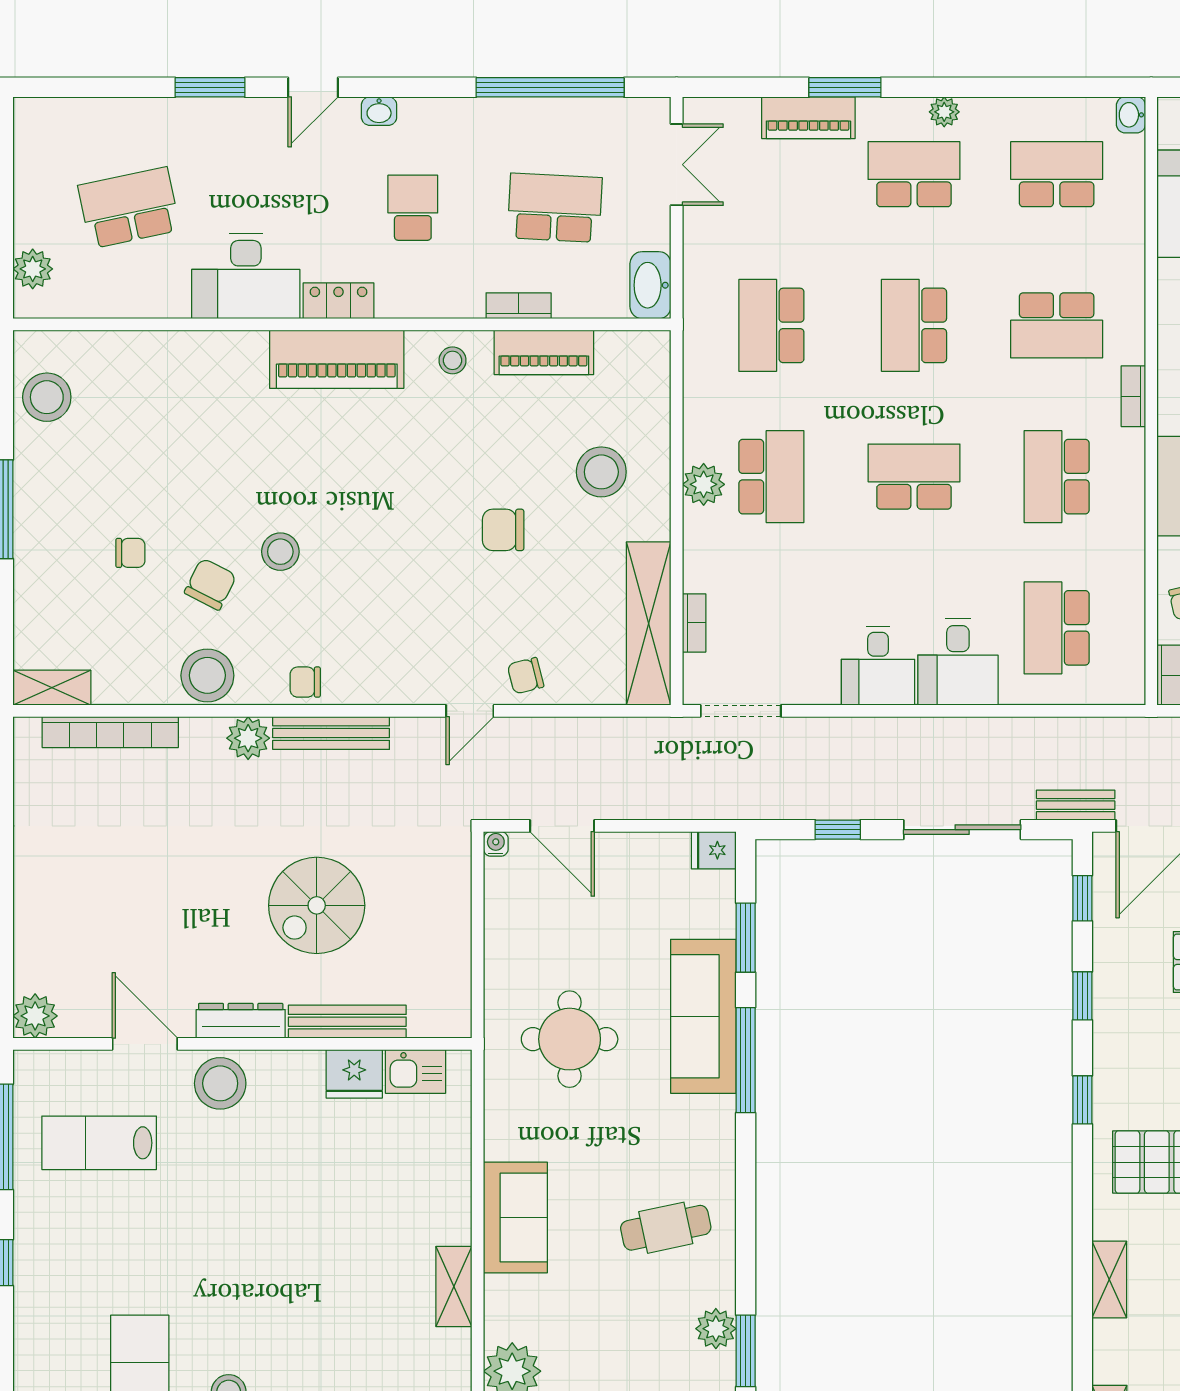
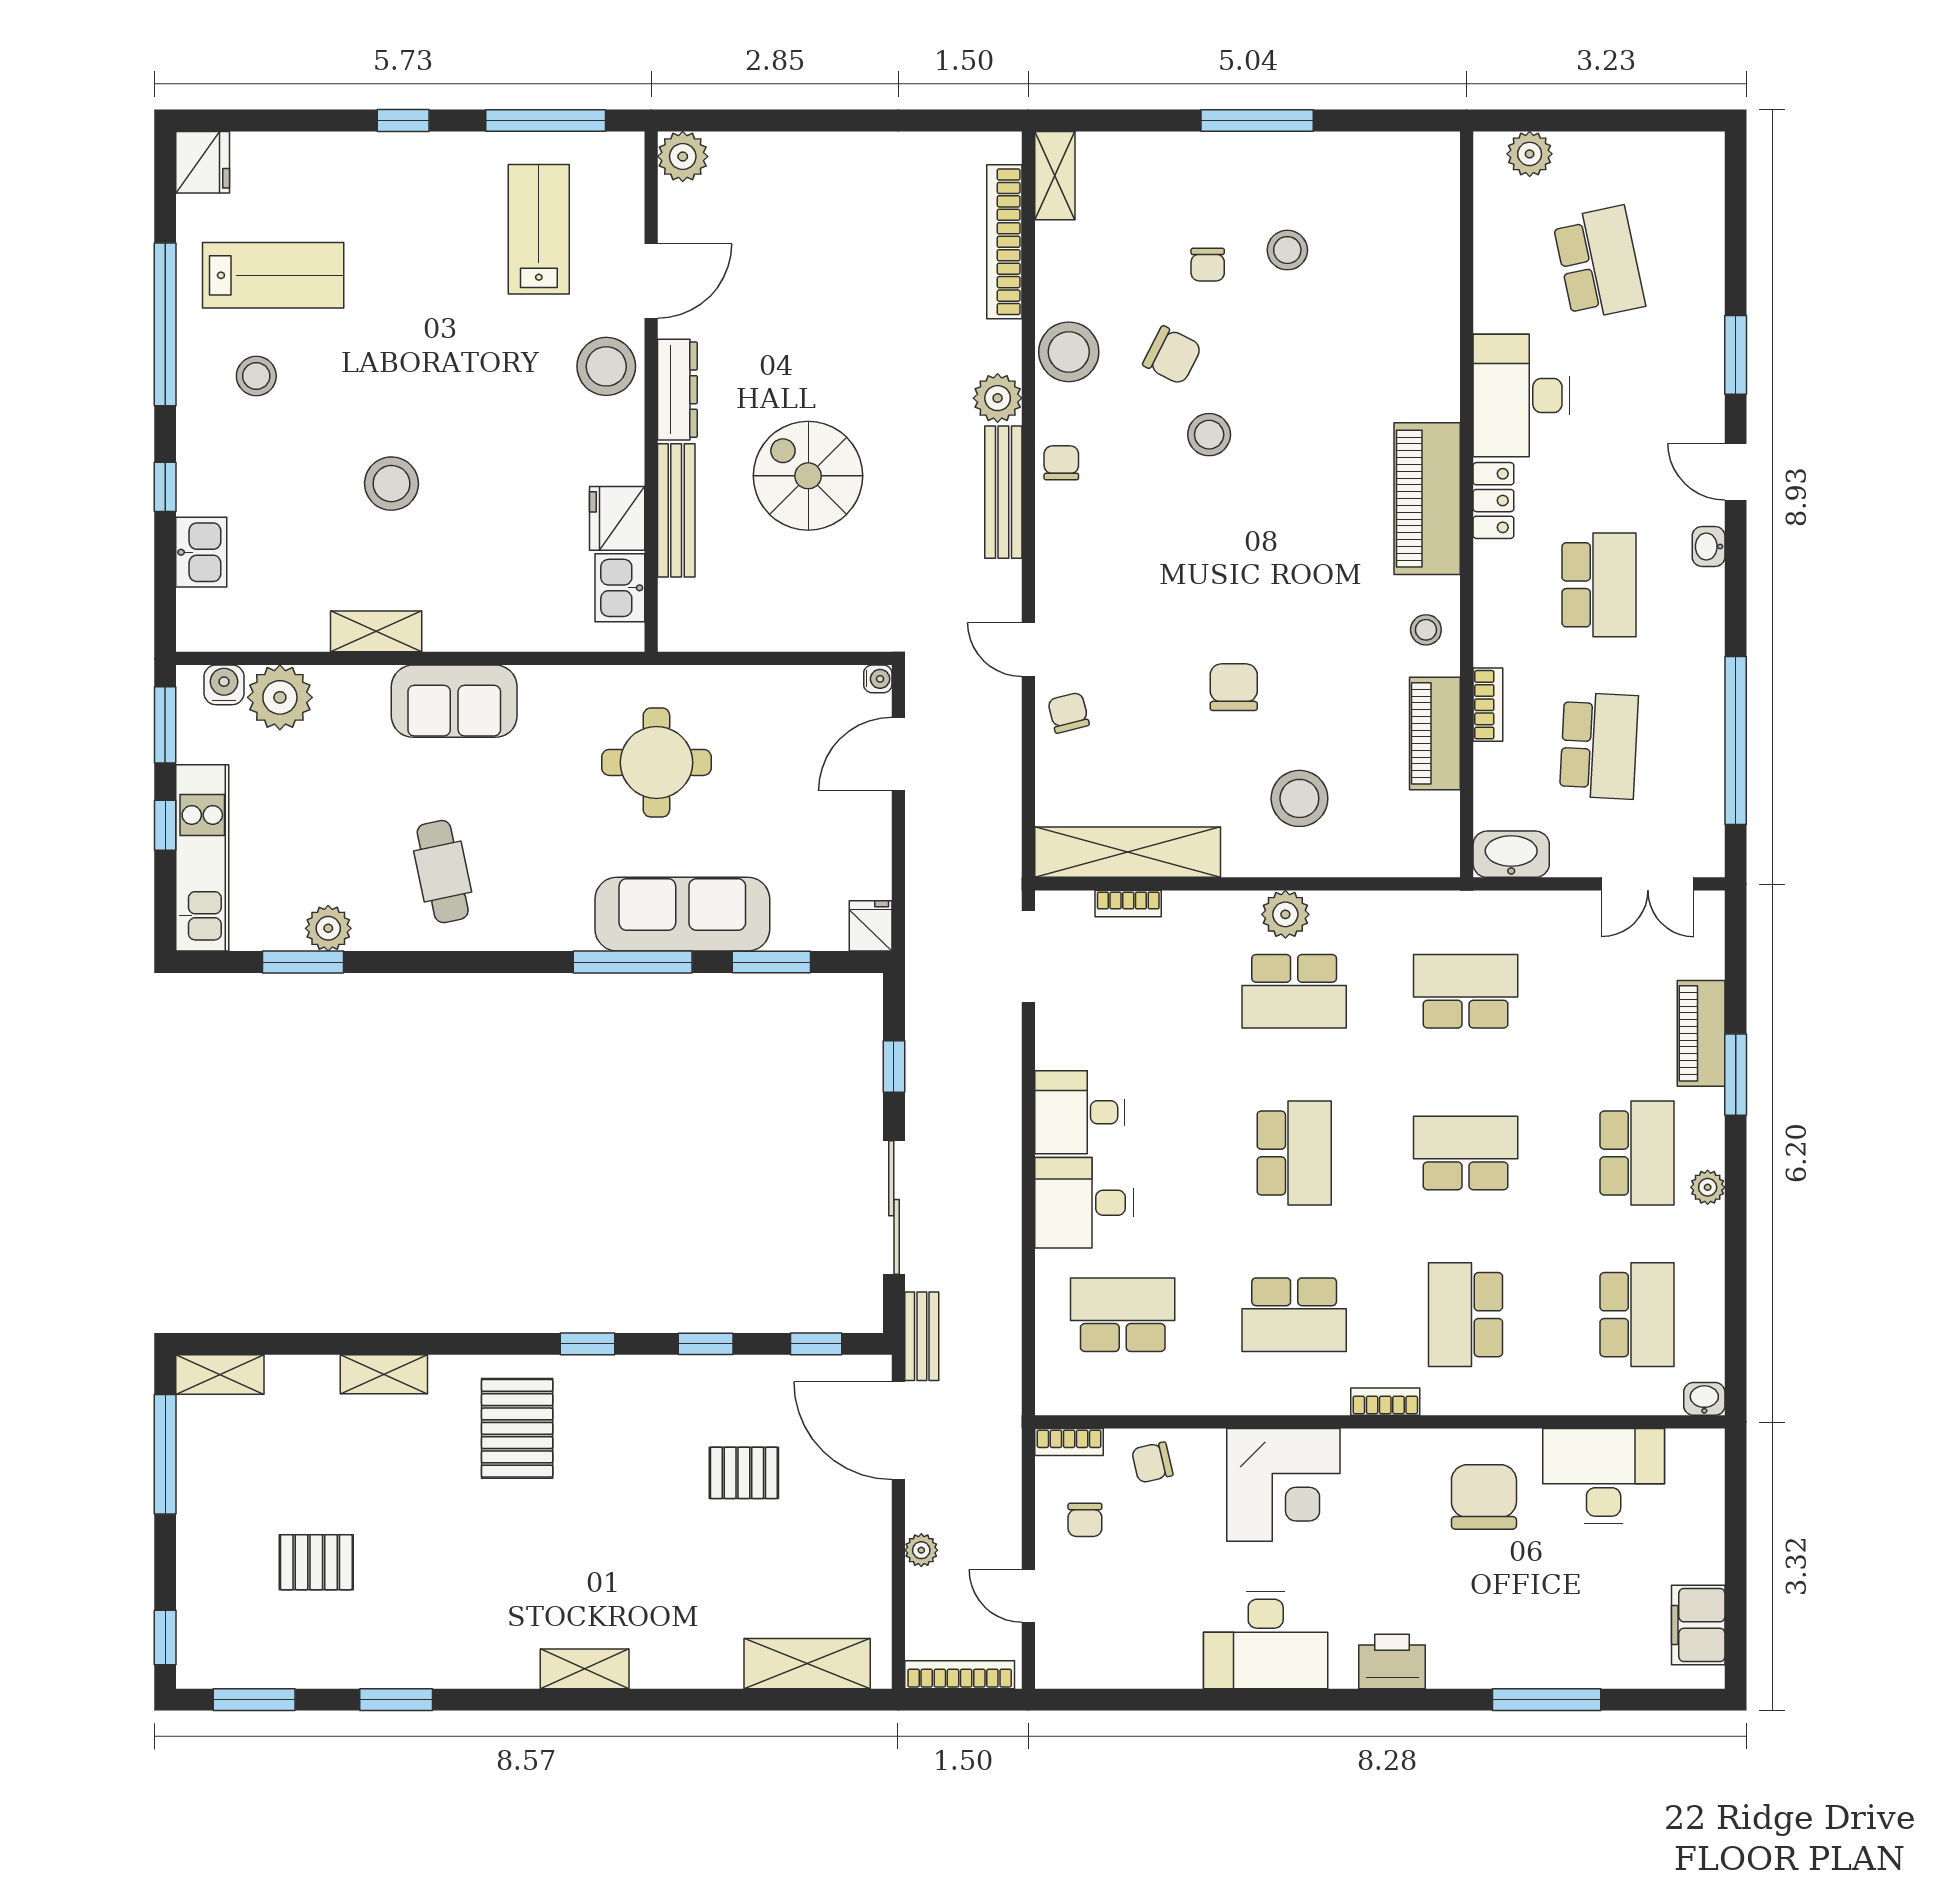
school desk: (413, 208) -> (1599, 585), width x1.85
stool: (47, 397) -> (1287, 250), moved, width x0.73, depth x0.73
school desk: (1057, 477) -> (1294, 1315), turned 180
stool: (324, 1273) -> (392, 484), added

